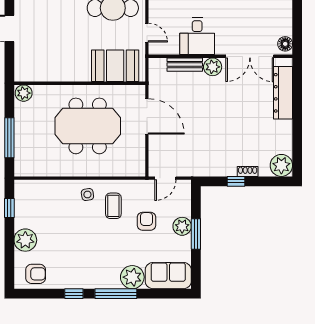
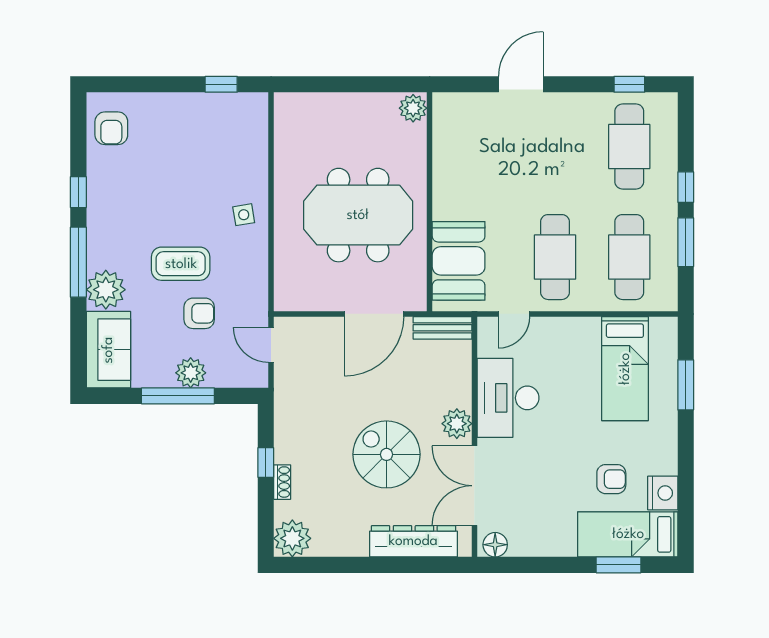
desk: (197, 36) -> (508, 398), width x1.37
bench: (185, 65) -> (442, 328), moved, turned 90
spiral stairs: (231, 109) -> (386, 454), added
meeting table: (88, 126) -> (358, 215), turned 90
window: (9, 138) -> (338, 84), removed
coffee table: (113, 206) -> (181, 264), moved, width x1.36, depth x1.30
window: (196, 234) -> (178, 396), width x1.44
plant: (25, 240) -> (168, 111), removed

